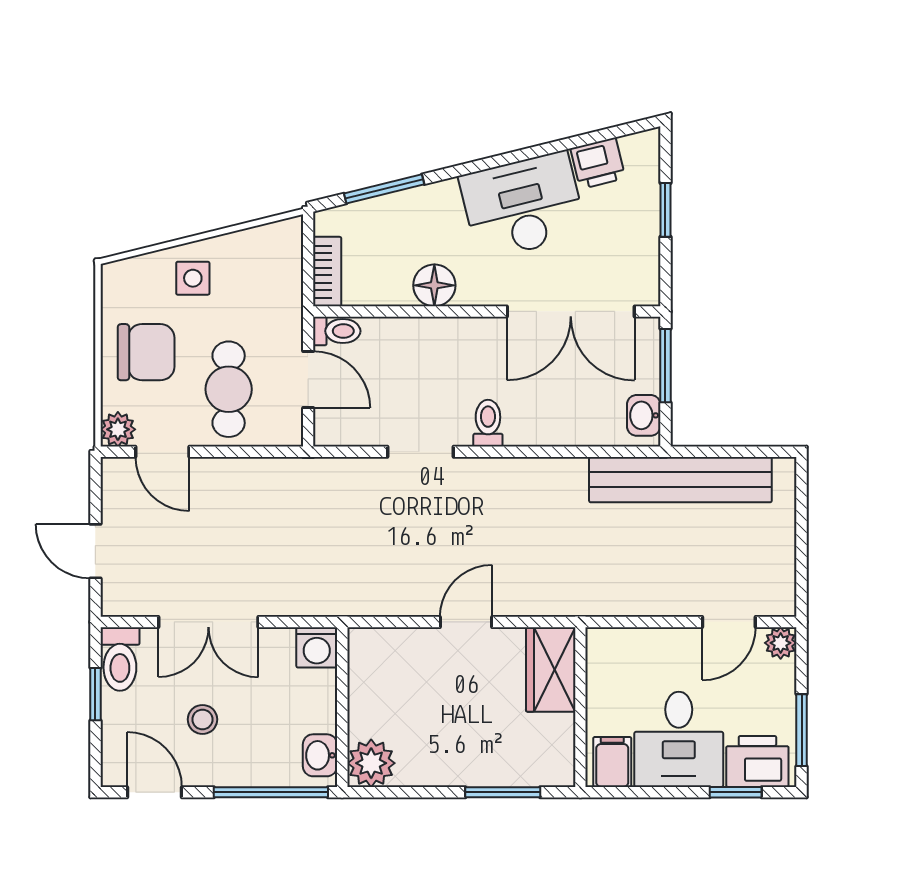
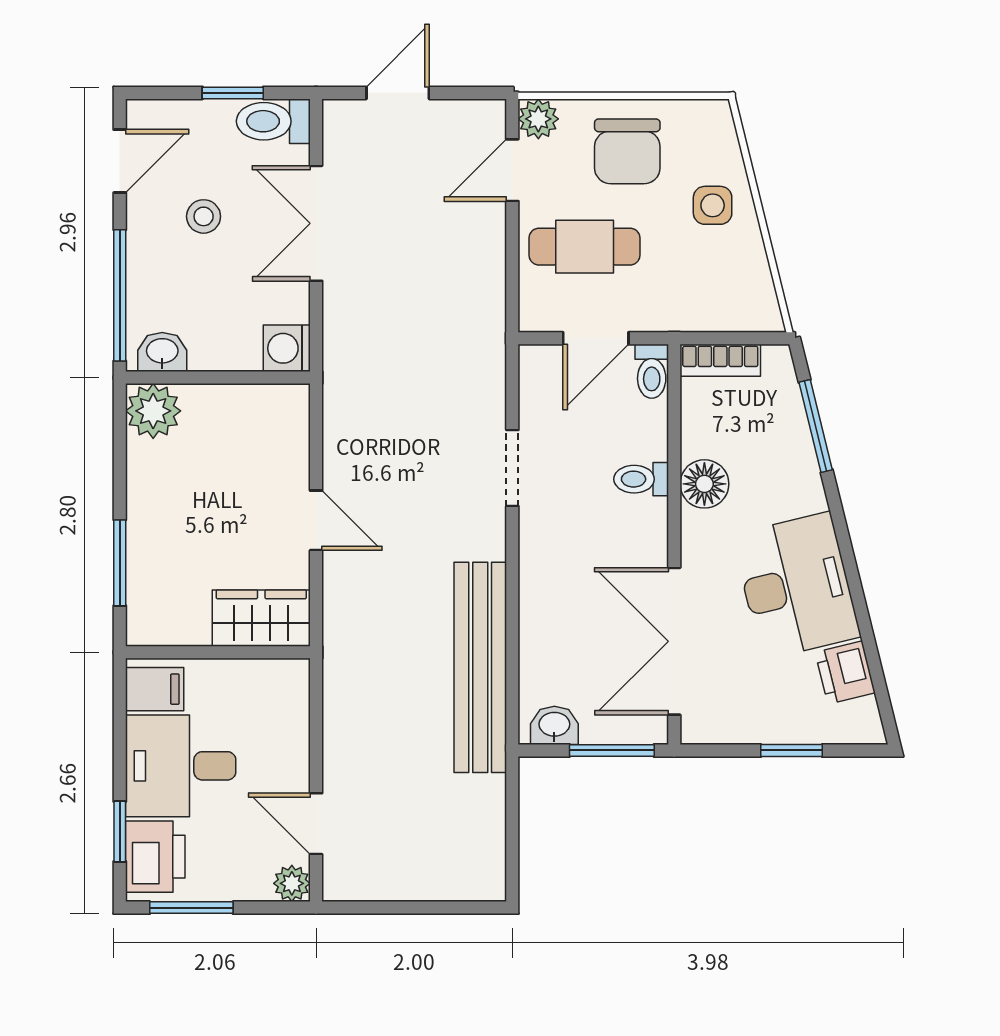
toilet: (488, 423) -> (641, 479), moved, turned 180
bench: (680, 480) -> (480, 667), moved

